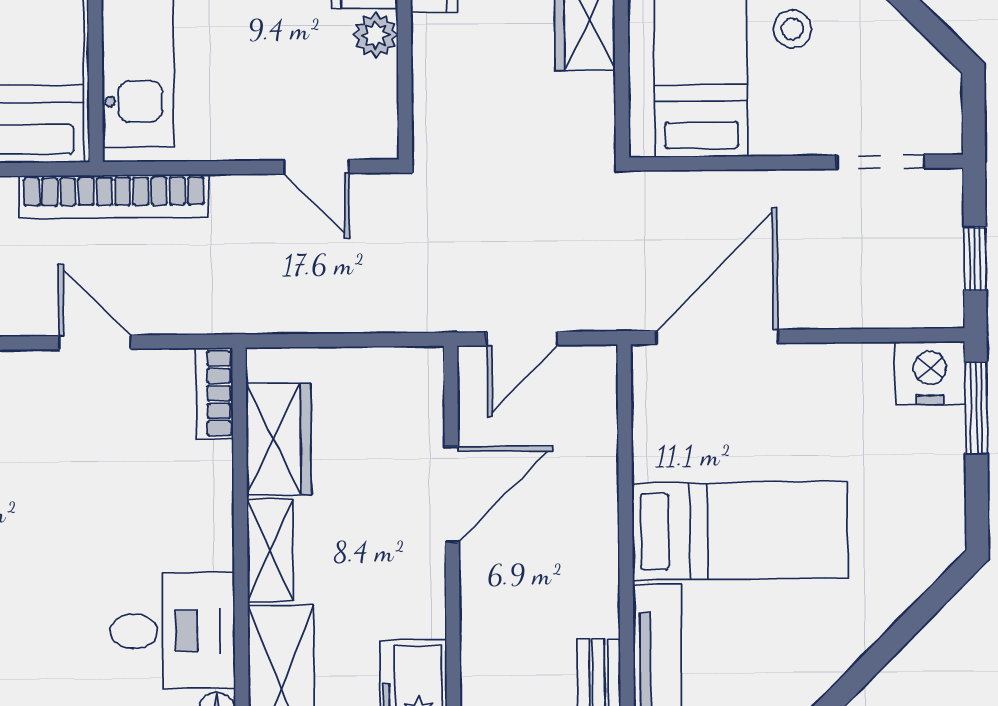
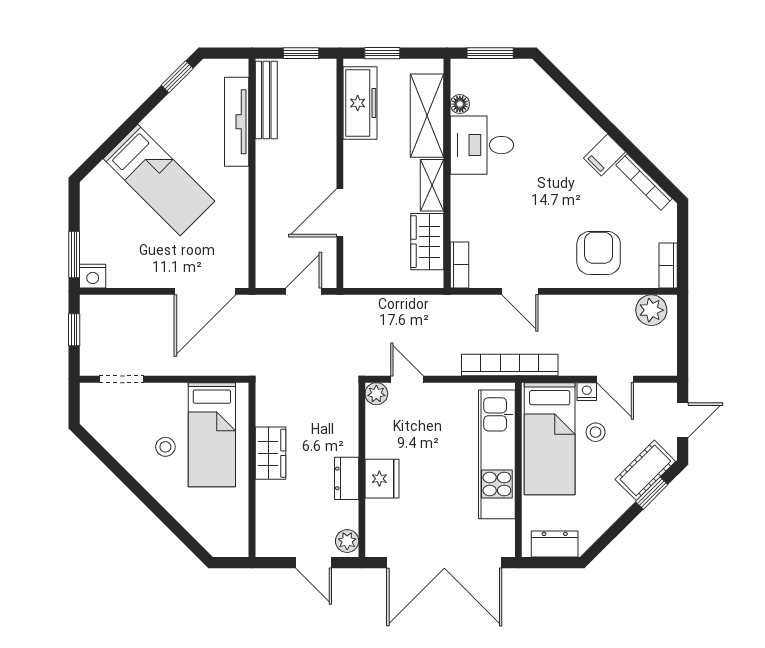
plant: (376, 35) -> (376, 394), moved
nightstand: (930, 373) -> (93, 276), width x0.74, depth x0.75
bed: (740, 531) -> (159, 180), moved, turned -135

